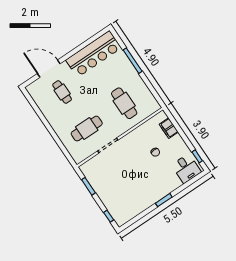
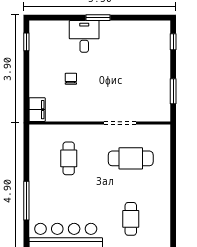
cafe table: (124, 103) -> (69, 158), width x0.73, depth x0.74
filing cabinet: (169, 128) -> (37, 110), moved
desk: (186, 168) -> (84, 36), moved

